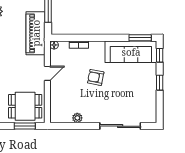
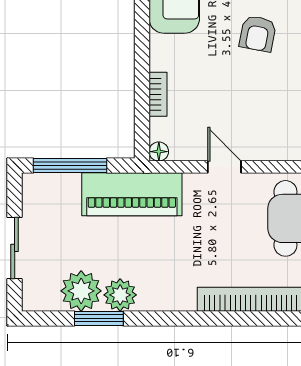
armchair: (96, 77) -> (258, 34), moved

